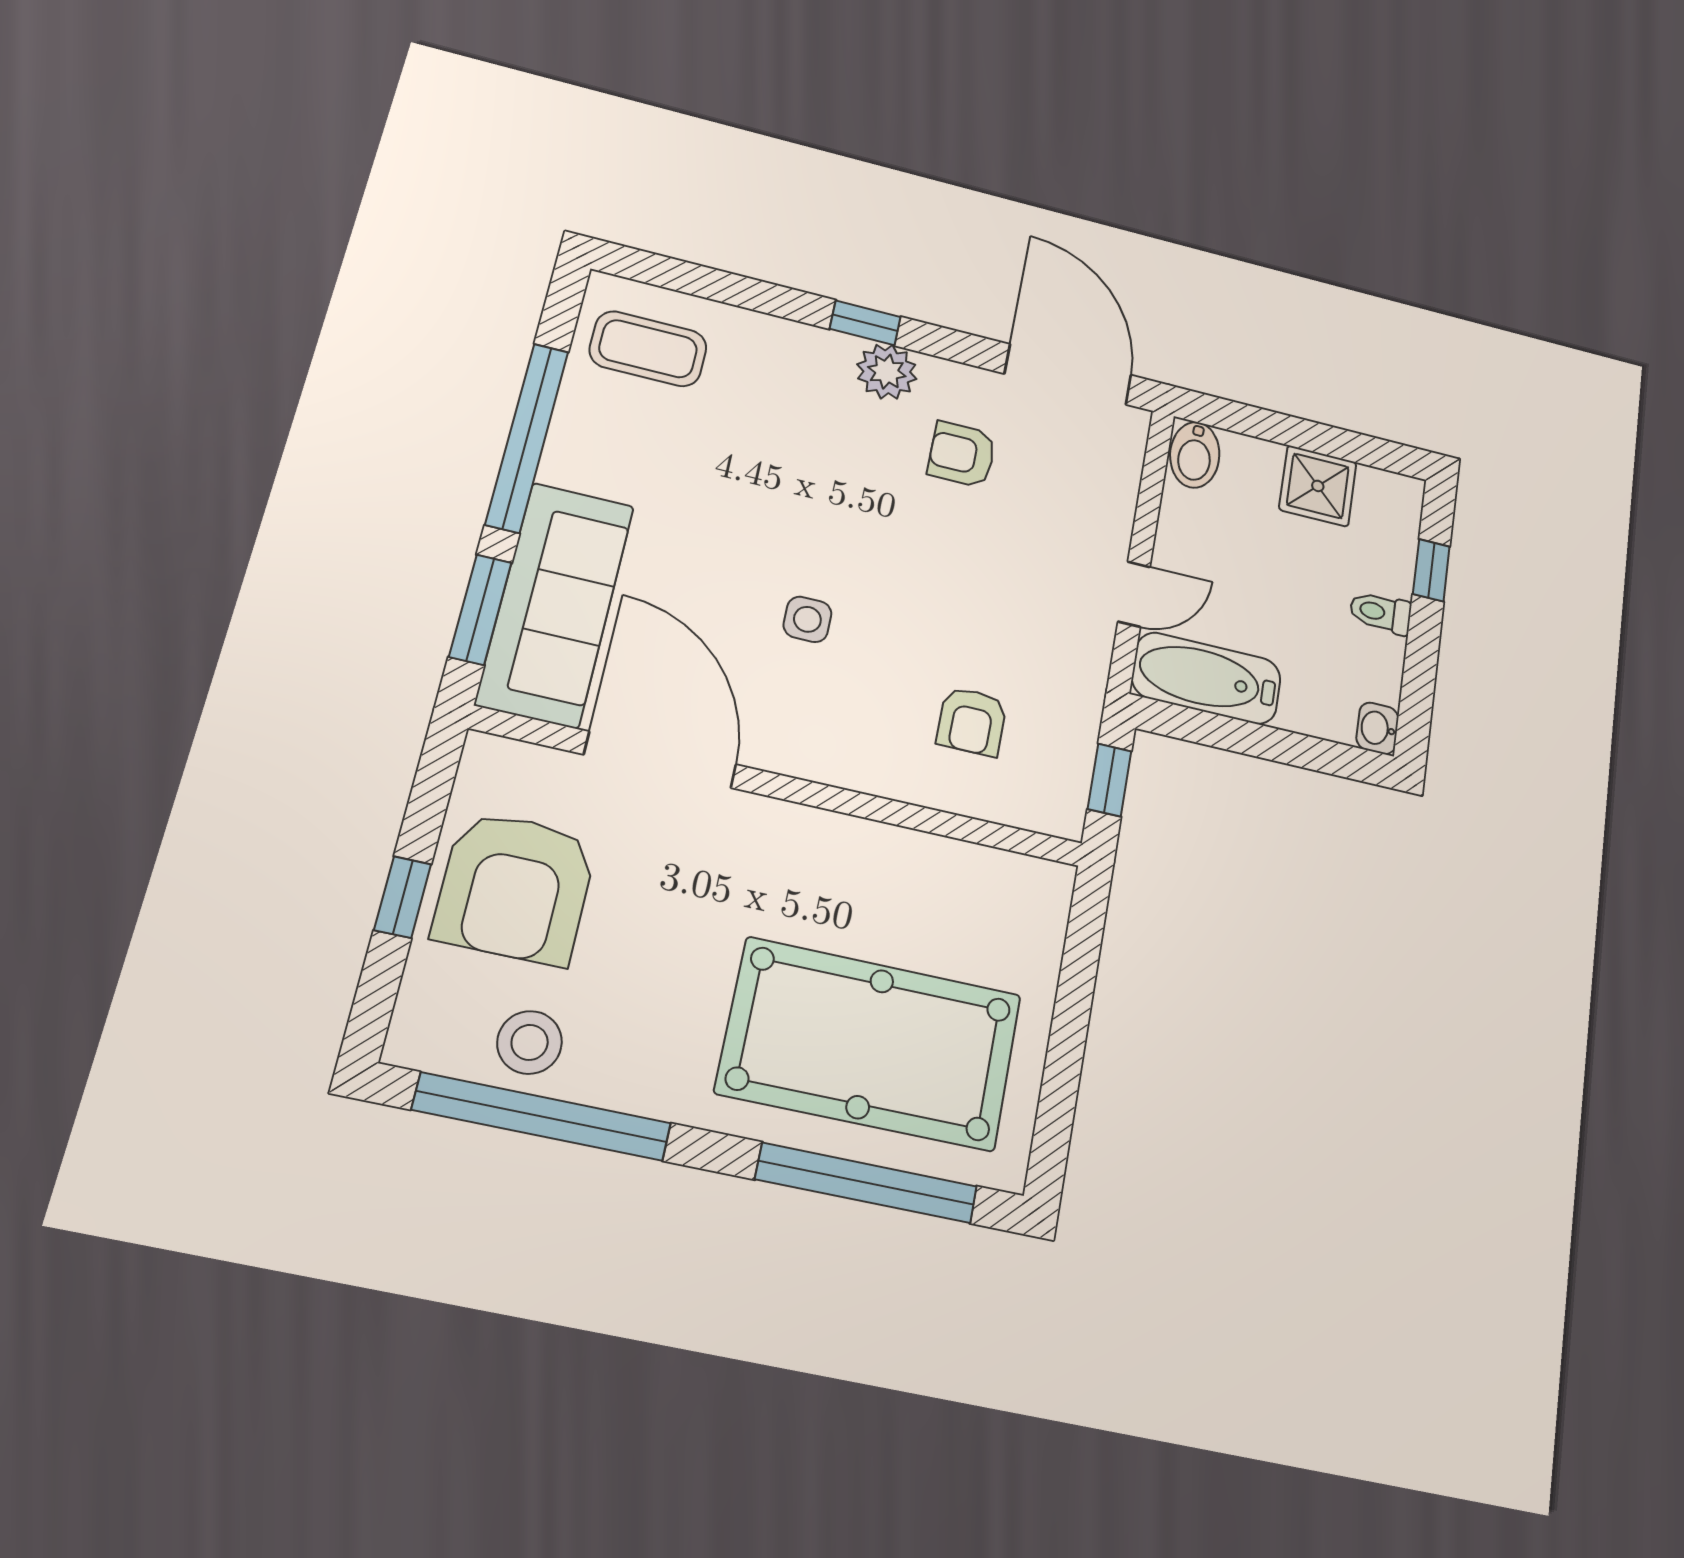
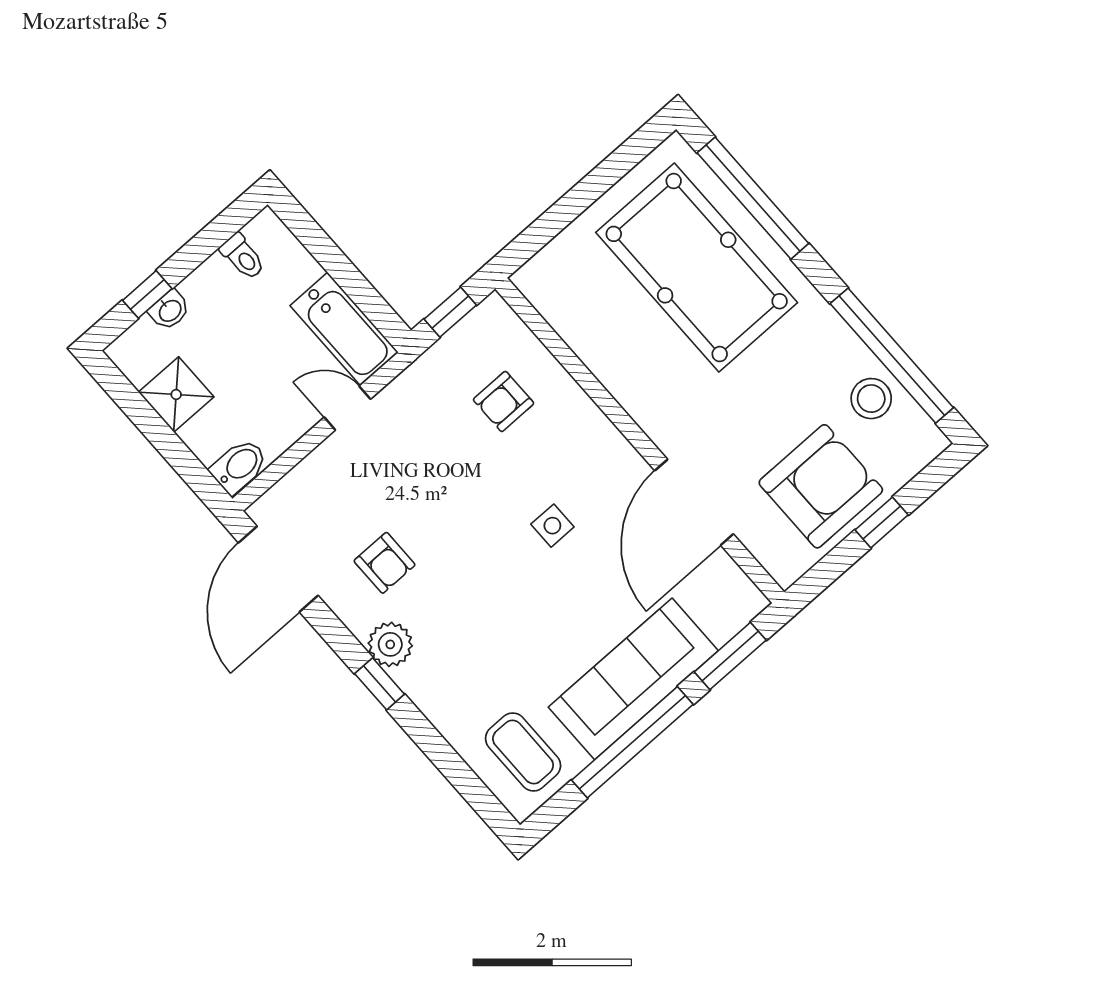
sofa: (555, 604) -> (633, 679), moved
toilet: (1381, 613) -> (243, 257), moved
armchair: (972, 721) -> (504, 401), turned 180
washbasin: (1377, 728) -> (170, 310), moved

